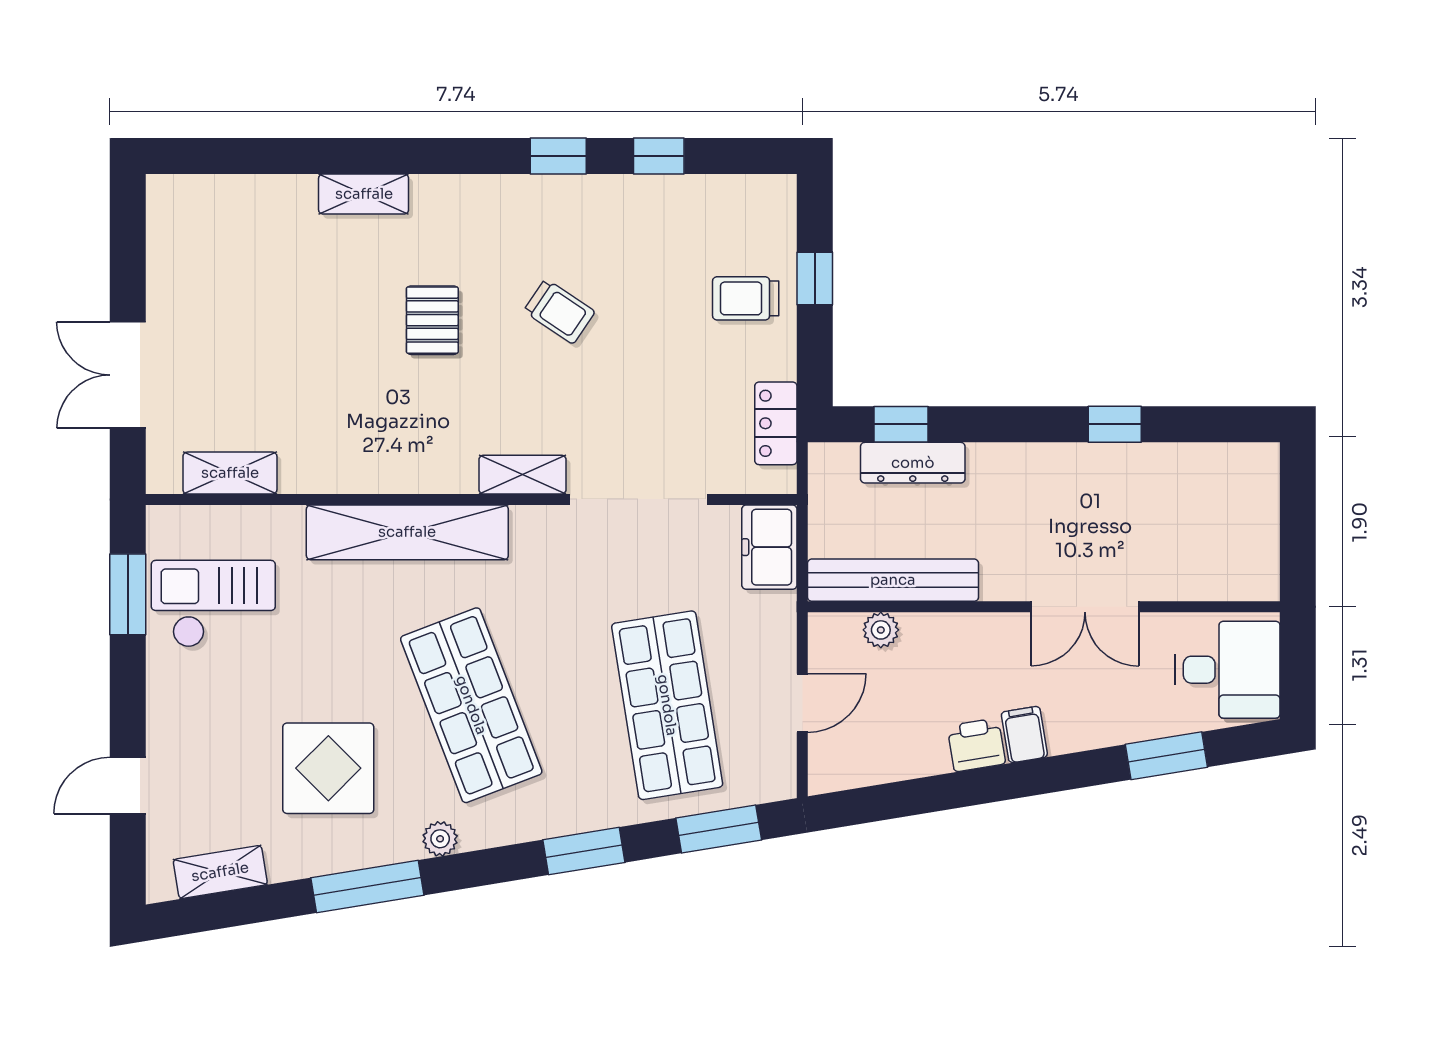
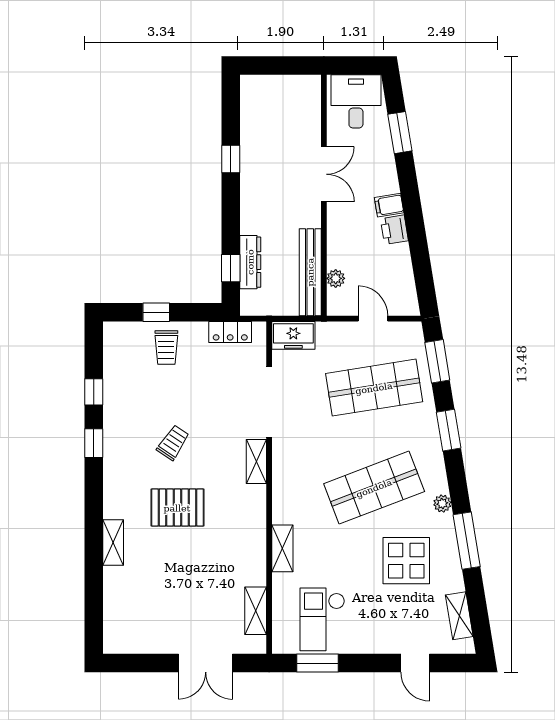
pallet: (432, 320) -> (177, 508), width x1.50, depth x1.42
shelving: (407, 532) -> (282, 548), width x0.45, depth x0.75

